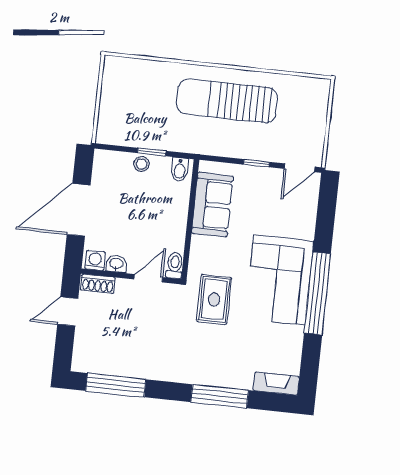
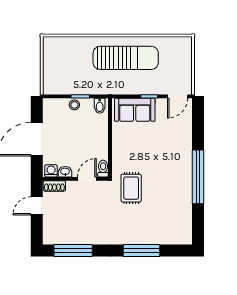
sun lounger: (227, 101) -> (126, 58), turned 180
sofa: (212, 205) -> (135, 110), moved, turned 90
corner sofa: (279, 280) -> (172, 171), removed
fireplace: (276, 384) -> (177, 238), removed

